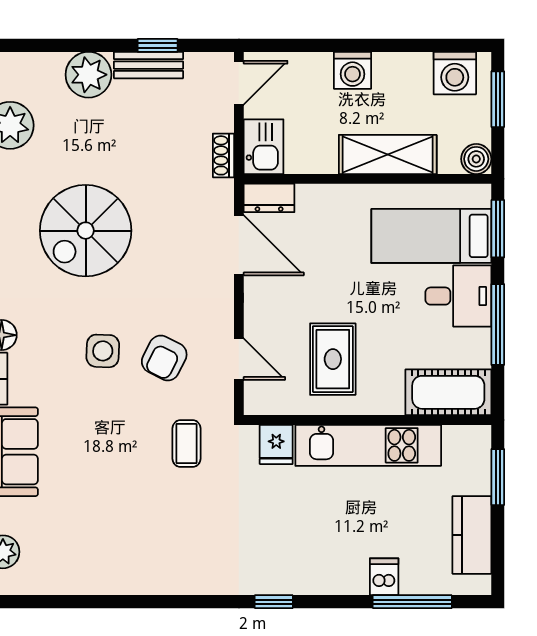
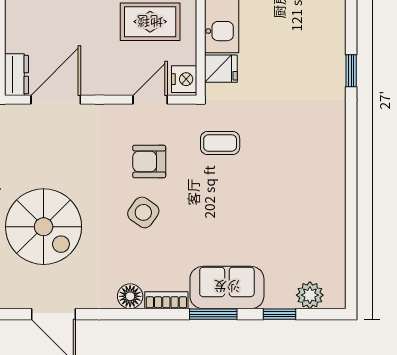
side table: (103, 351) -> (143, 212), turned 33
armchair: (164, 358) -> (149, 161), turned 153
nightstand: (264, 400) -> (184, 79), added

